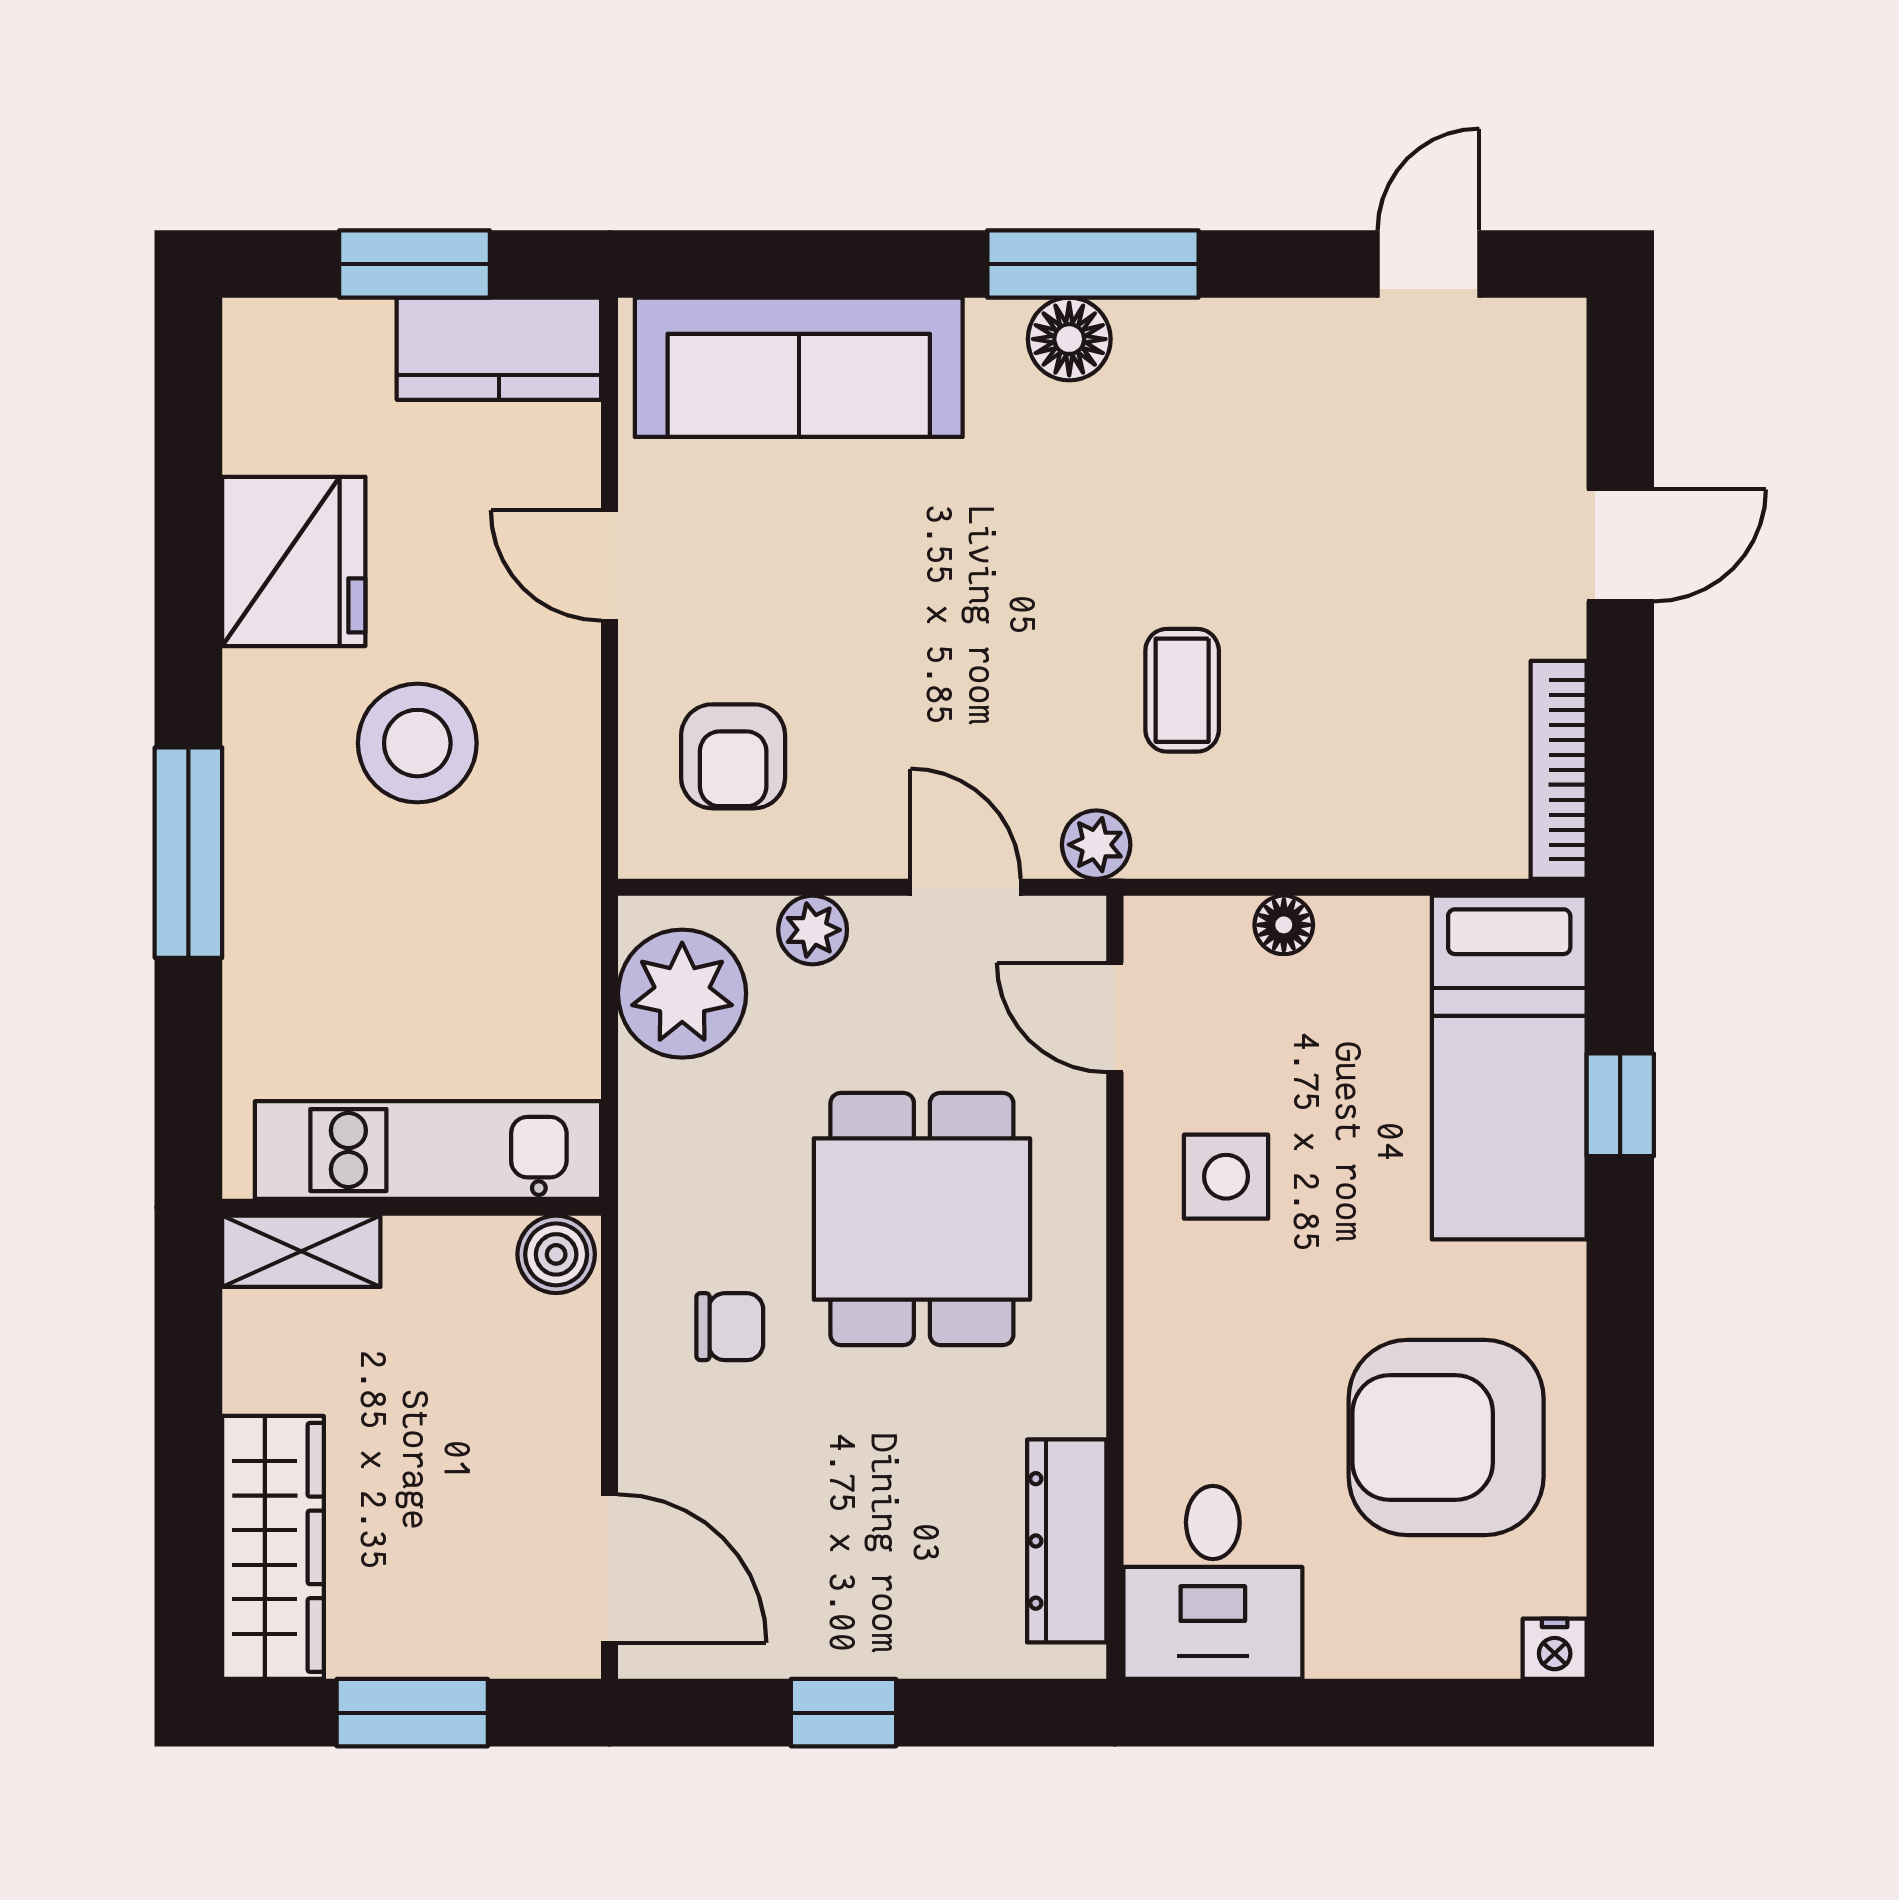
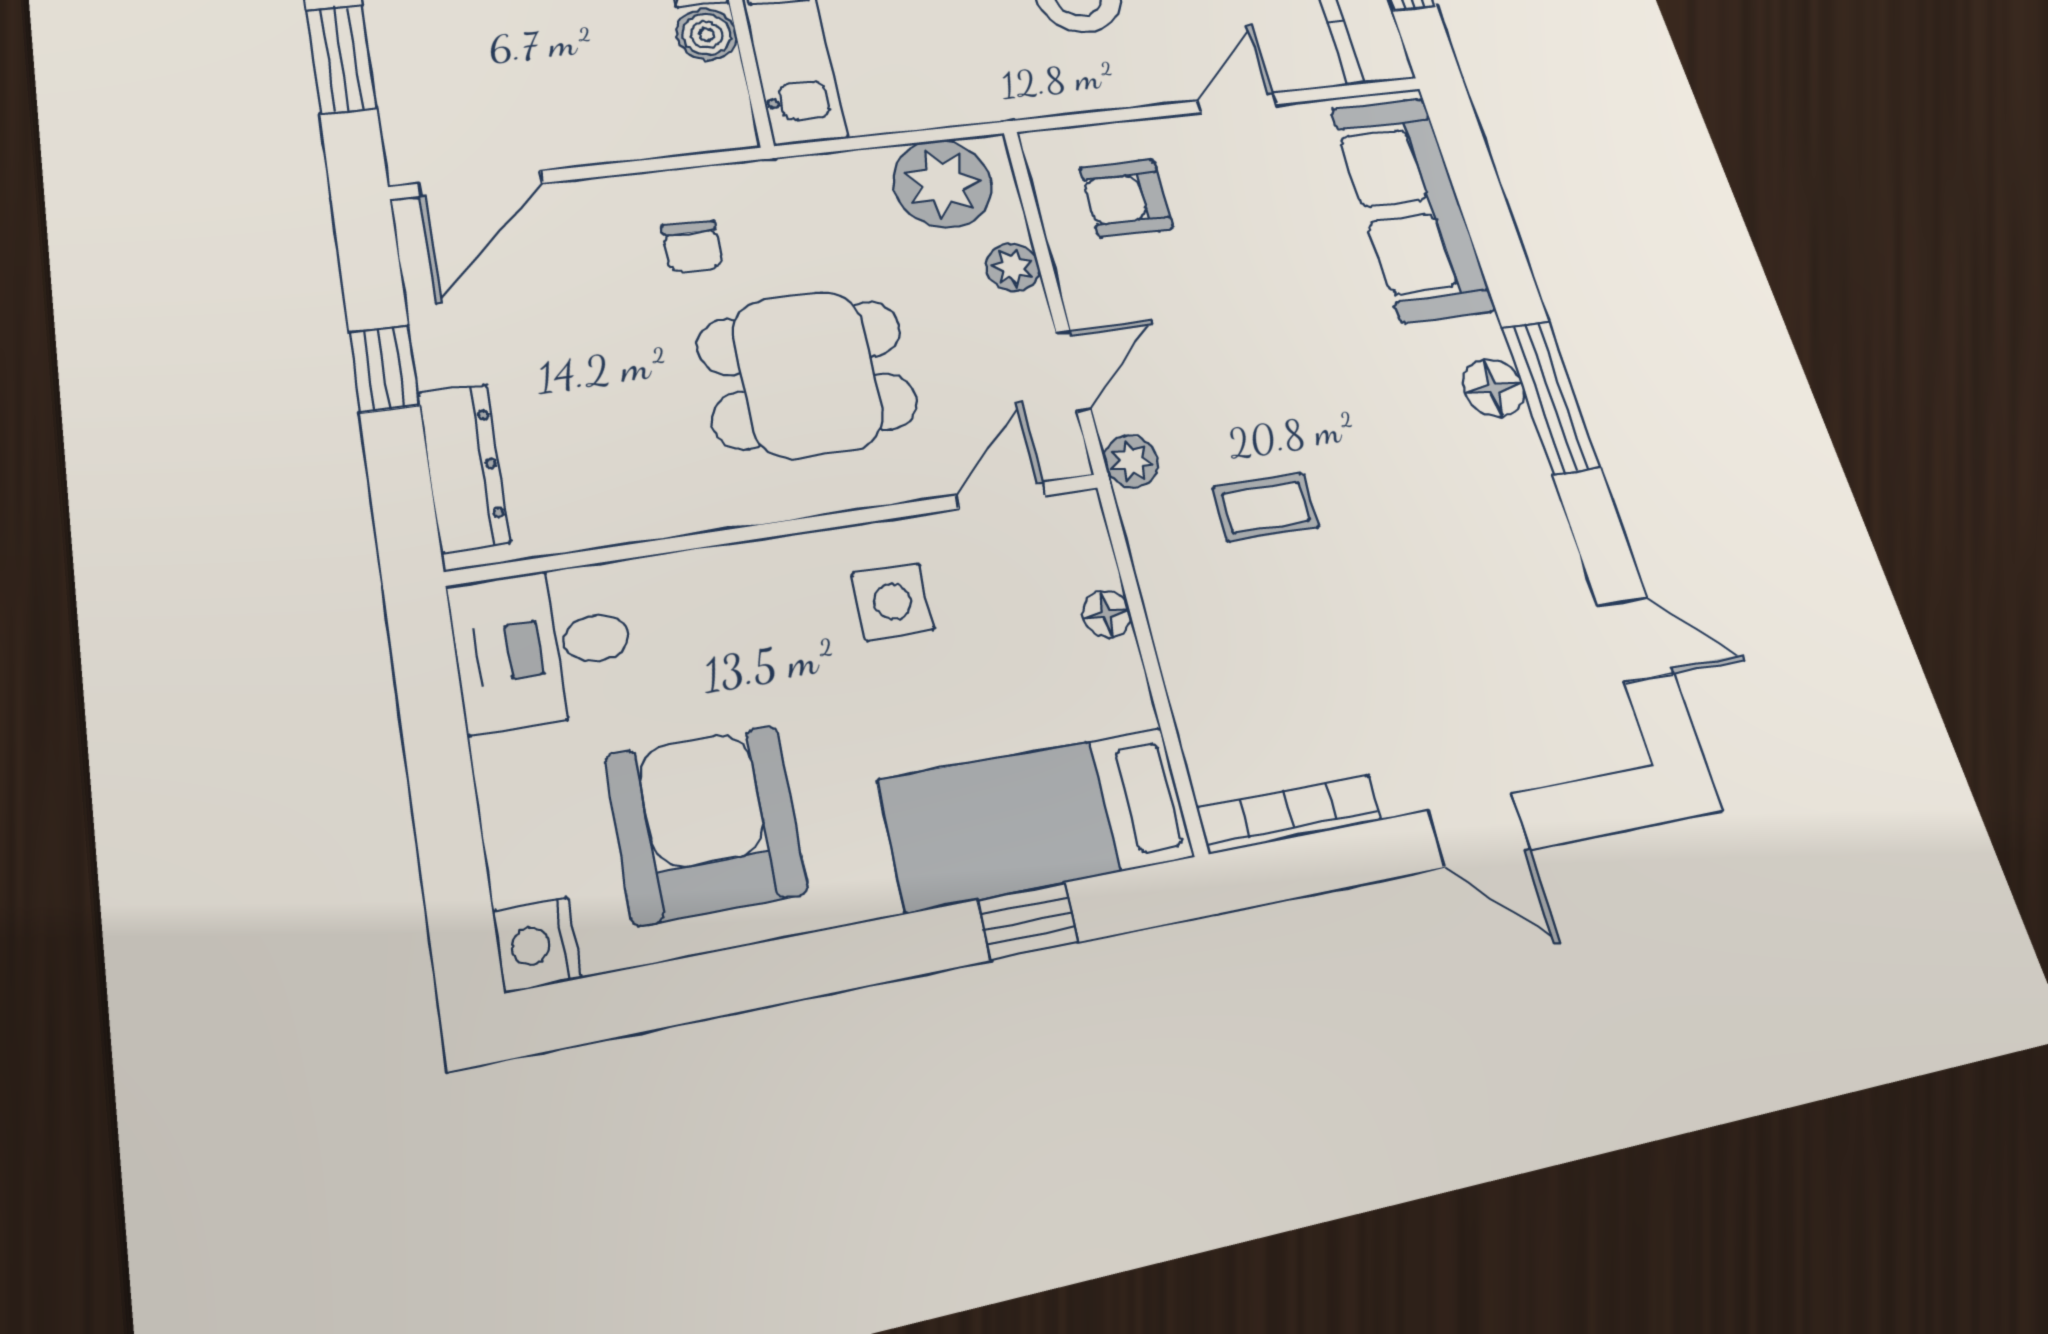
boiler: (556, 1254) -> (707, 35), moved
dresser: (1067, 1541) -> (464, 467), moved, turned 90
nightstand: (1555, 1649) -> (537, 945), width x1.39, depth x1.35

